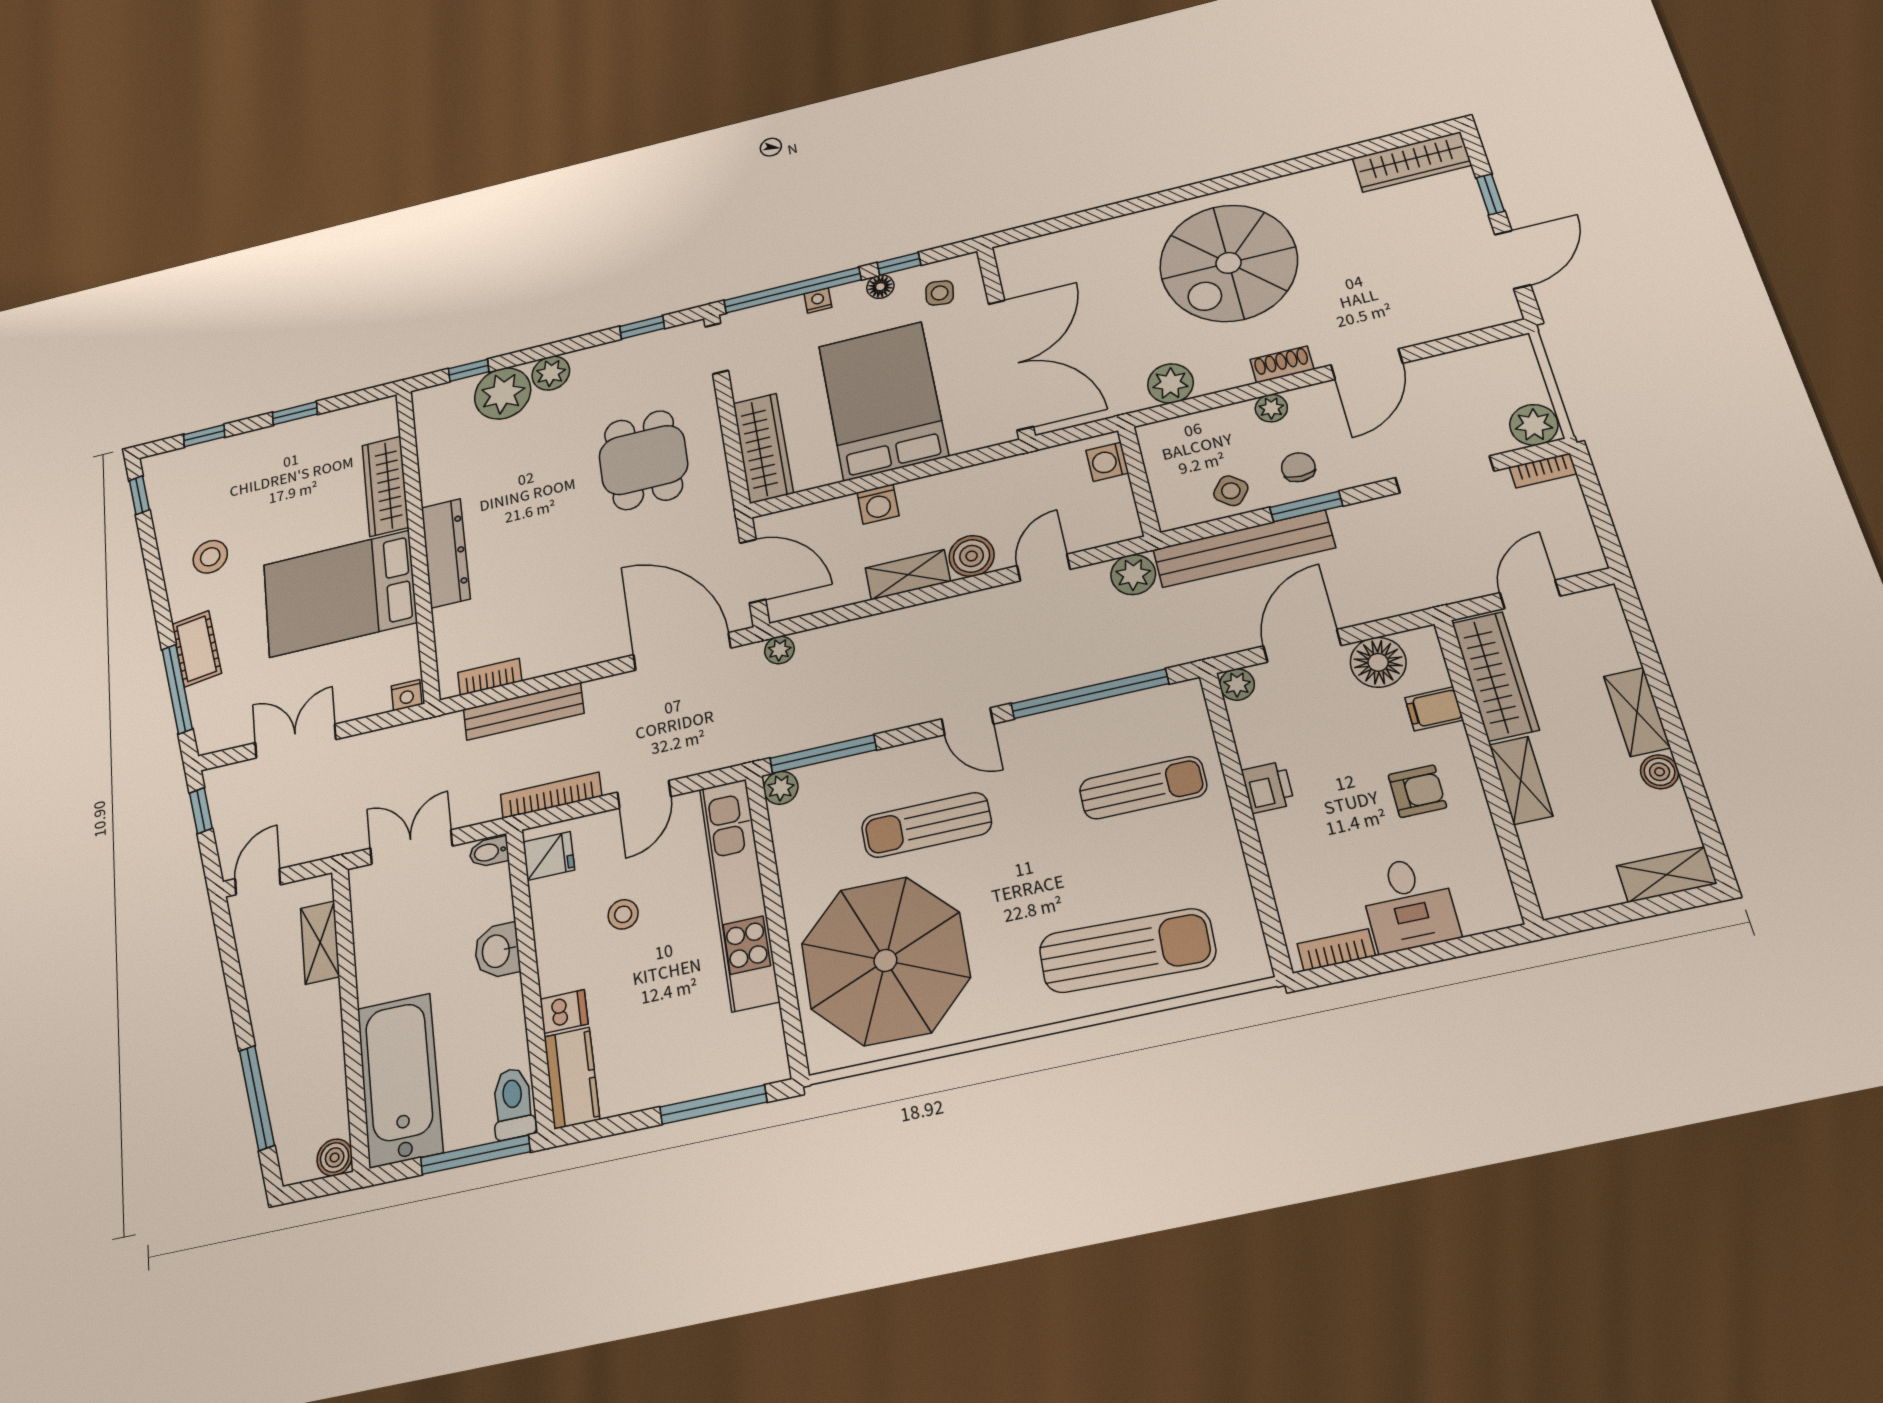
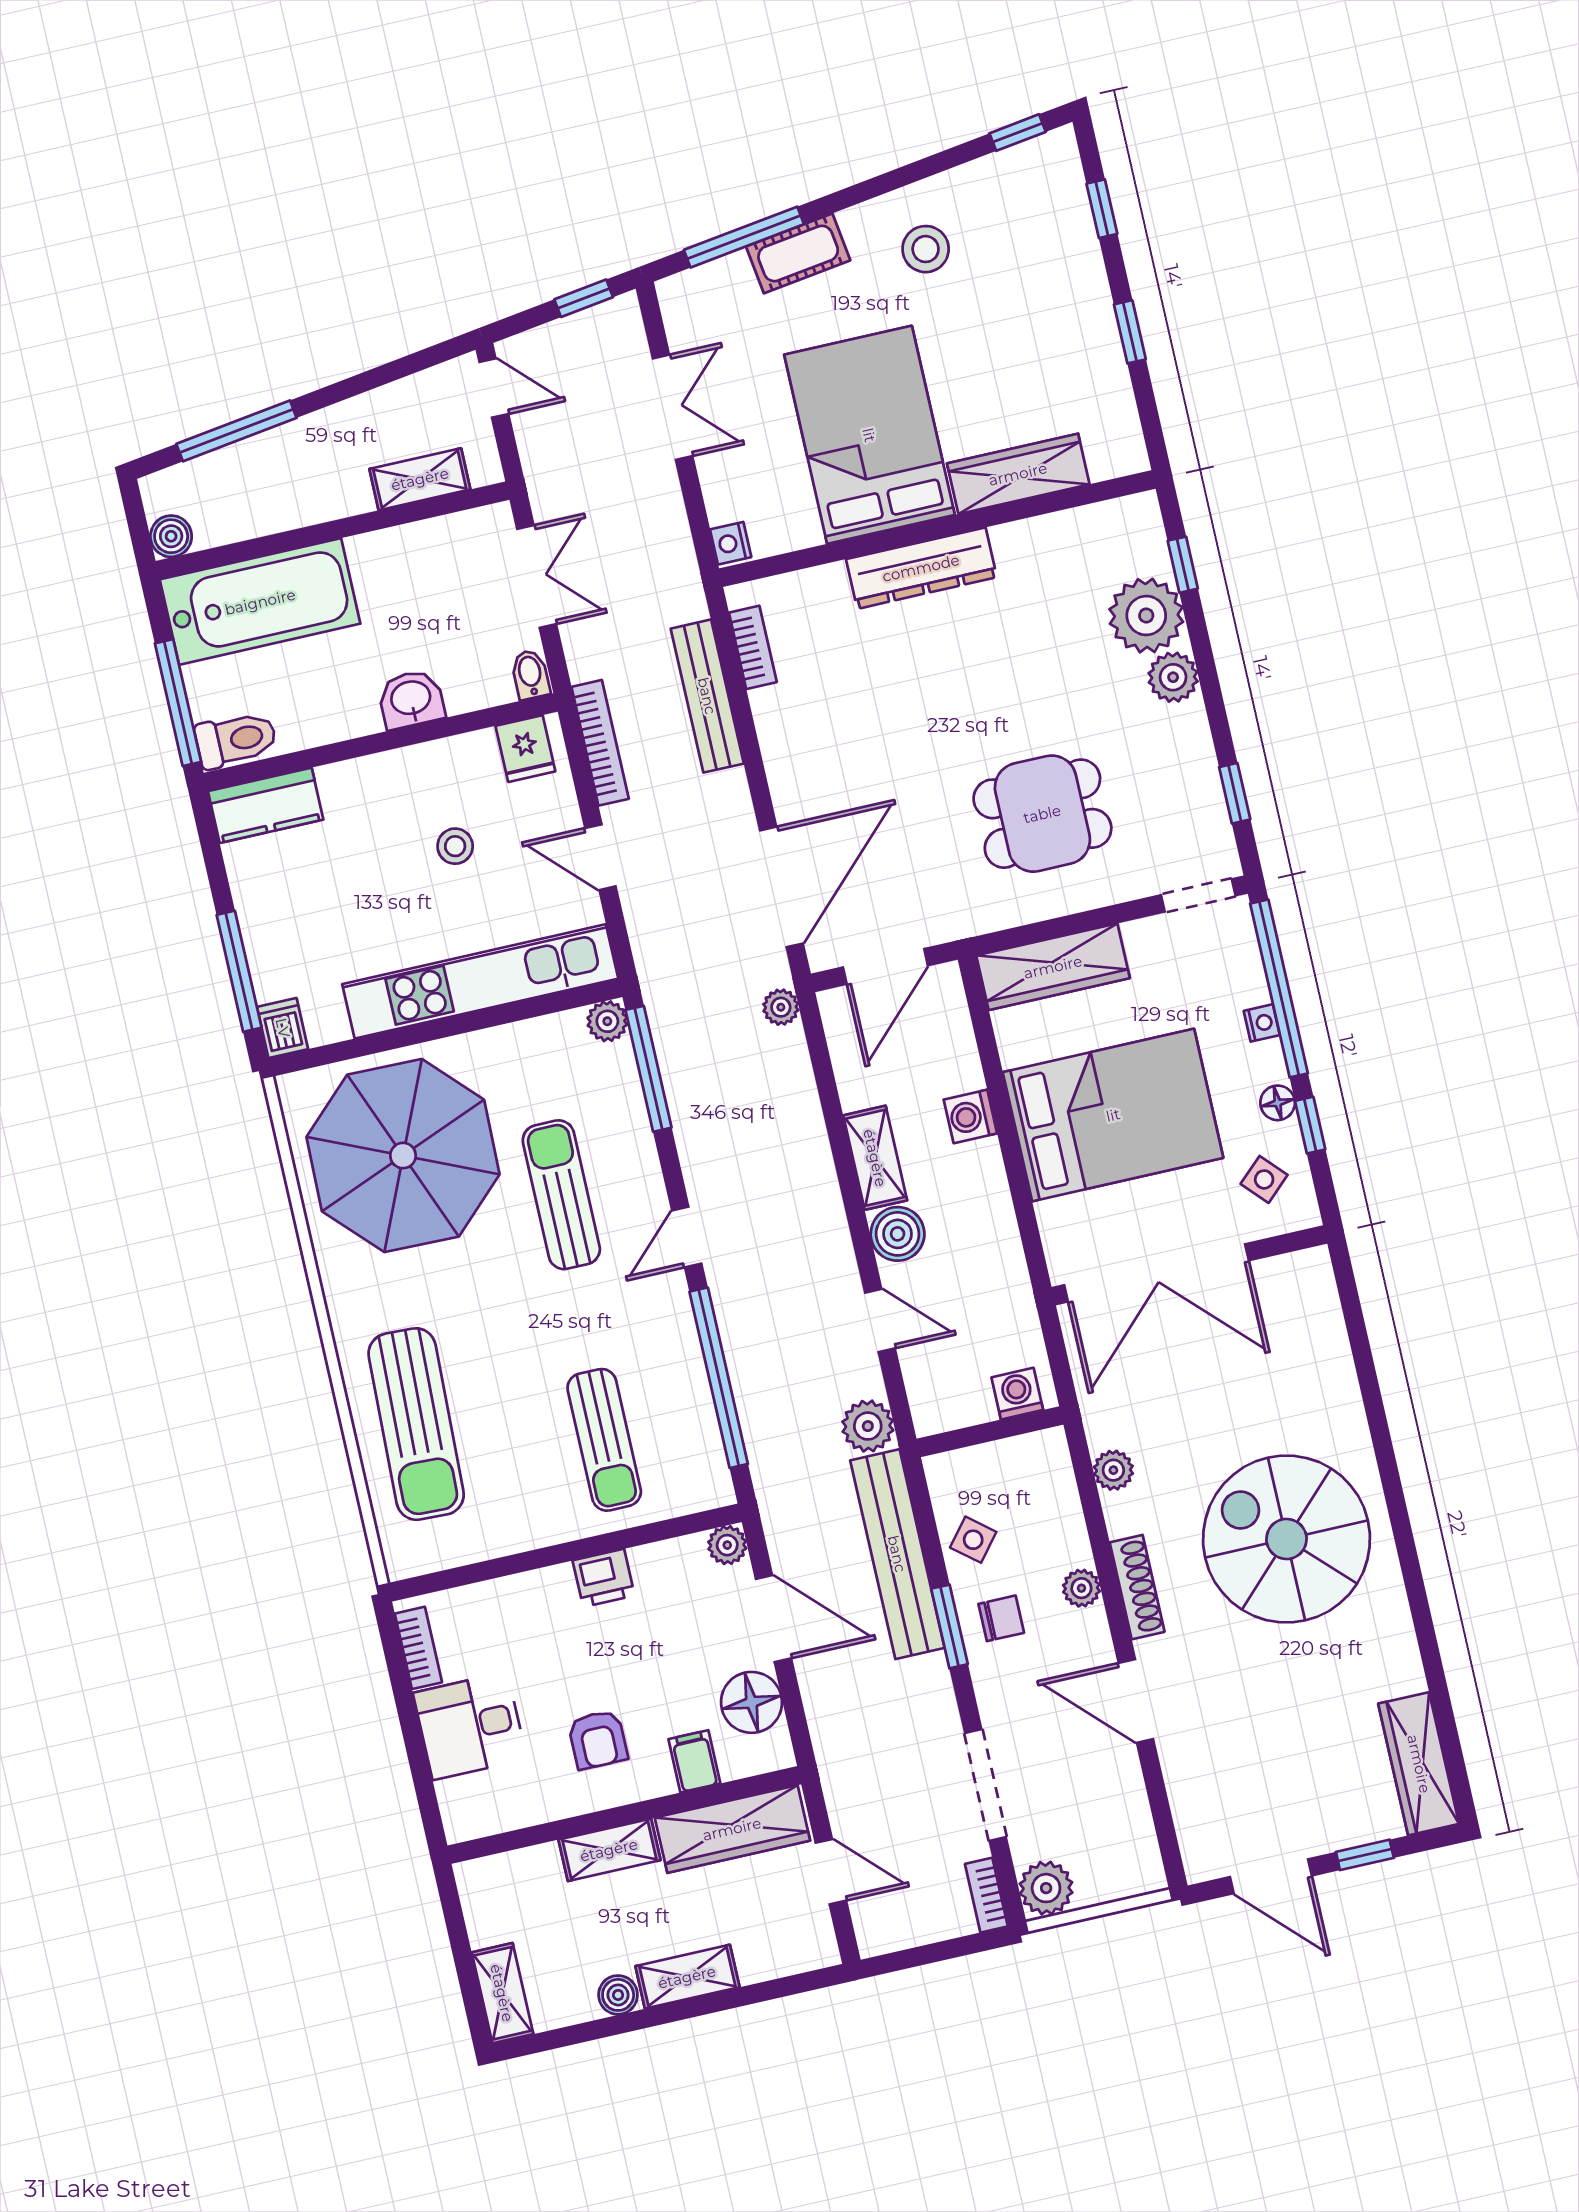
side table: (940, 293) -> (1264, 1179), turned 38
shoe rack: (1282, 364) -> (1137, 1587), width x1.43
plant: (1170, 383) -> (1113, 1470), width x0.73, depth x0.73
dishwasher: (564, 1012) -> (283, 1028), moved, turned 180

